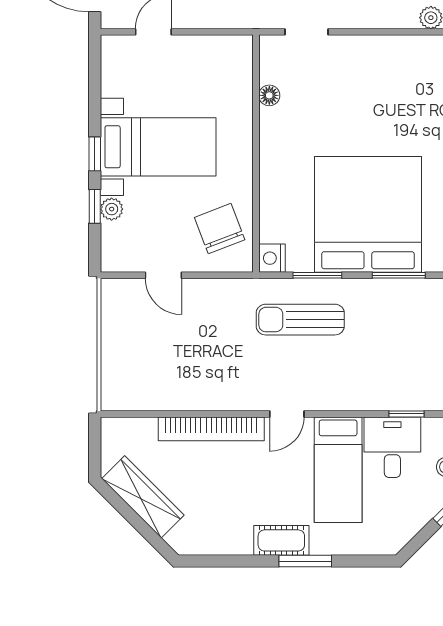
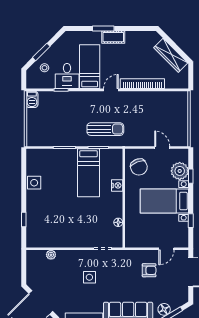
window: (95, 154) -> (191, 221), moved
plant: (112, 209) -> (180, 171), width x1.87, depth x1.87
bed: (368, 214) -> (89, 173), width x0.49
nightstand: (272, 258) -> (117, 185), moved

